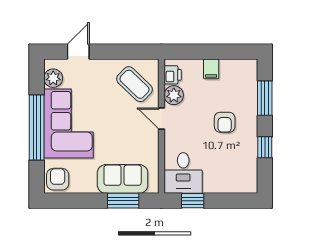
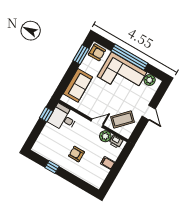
door: (78, 52) -> (149, 113), moved
window: (265, 98) -> (77, 182), removed
window: (123, 201) -> (81, 55), moved

